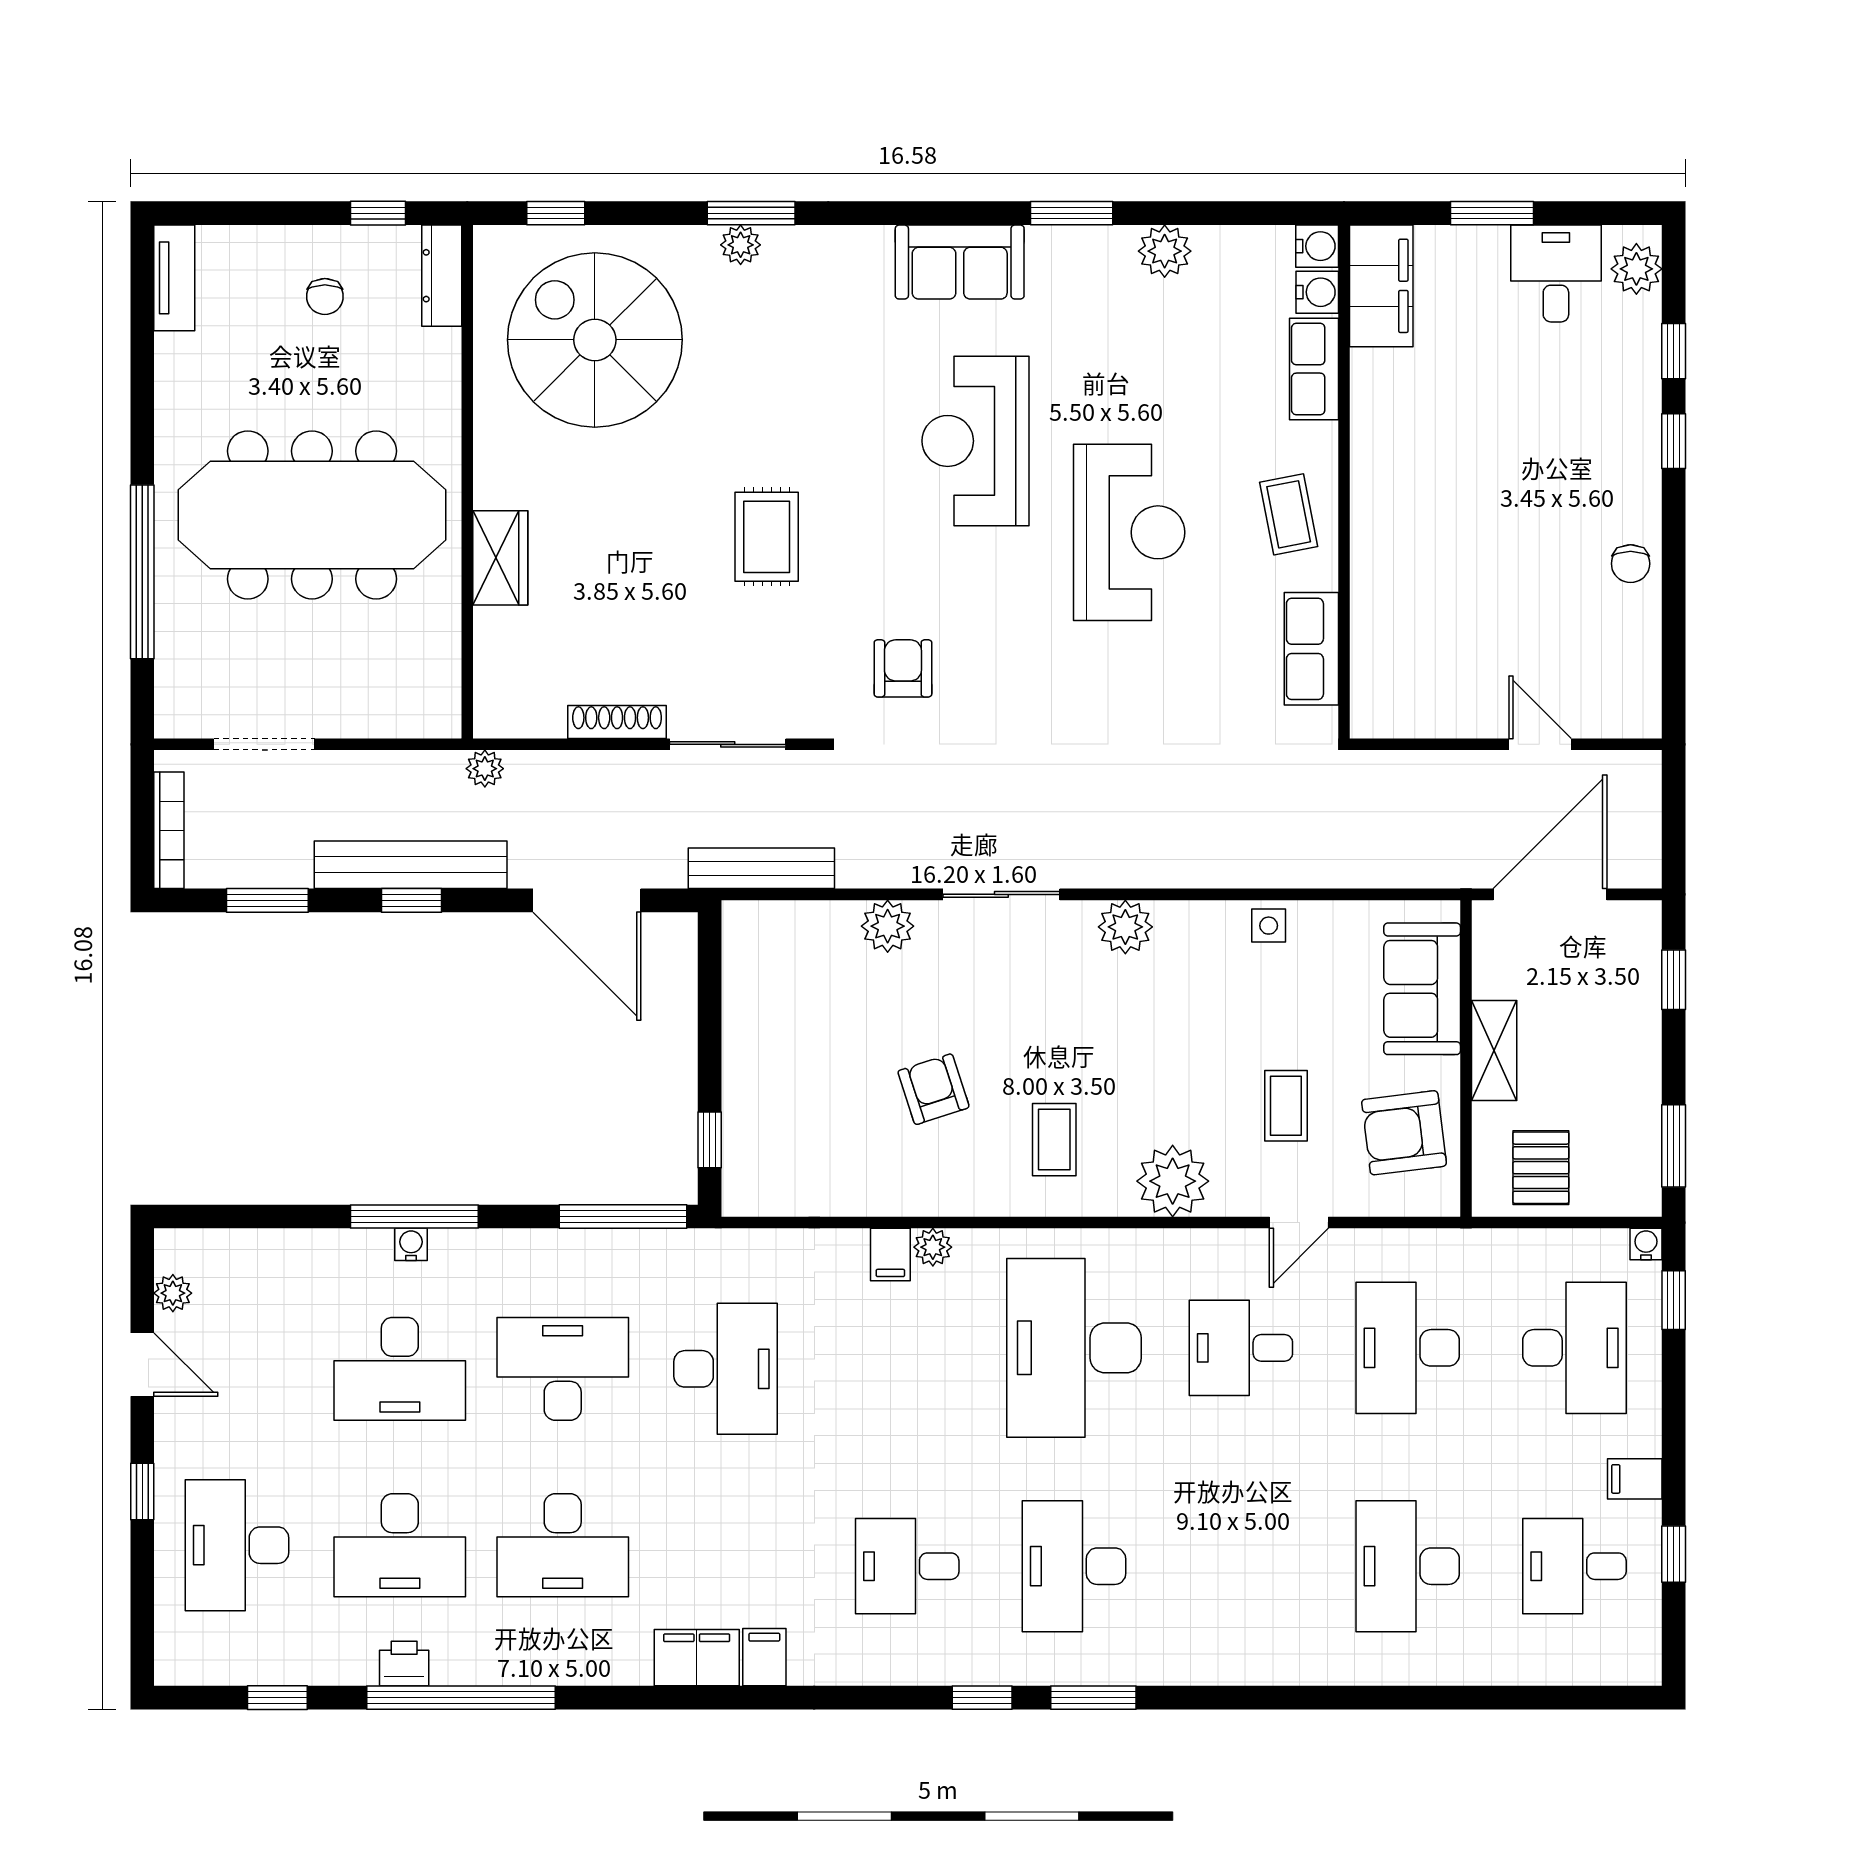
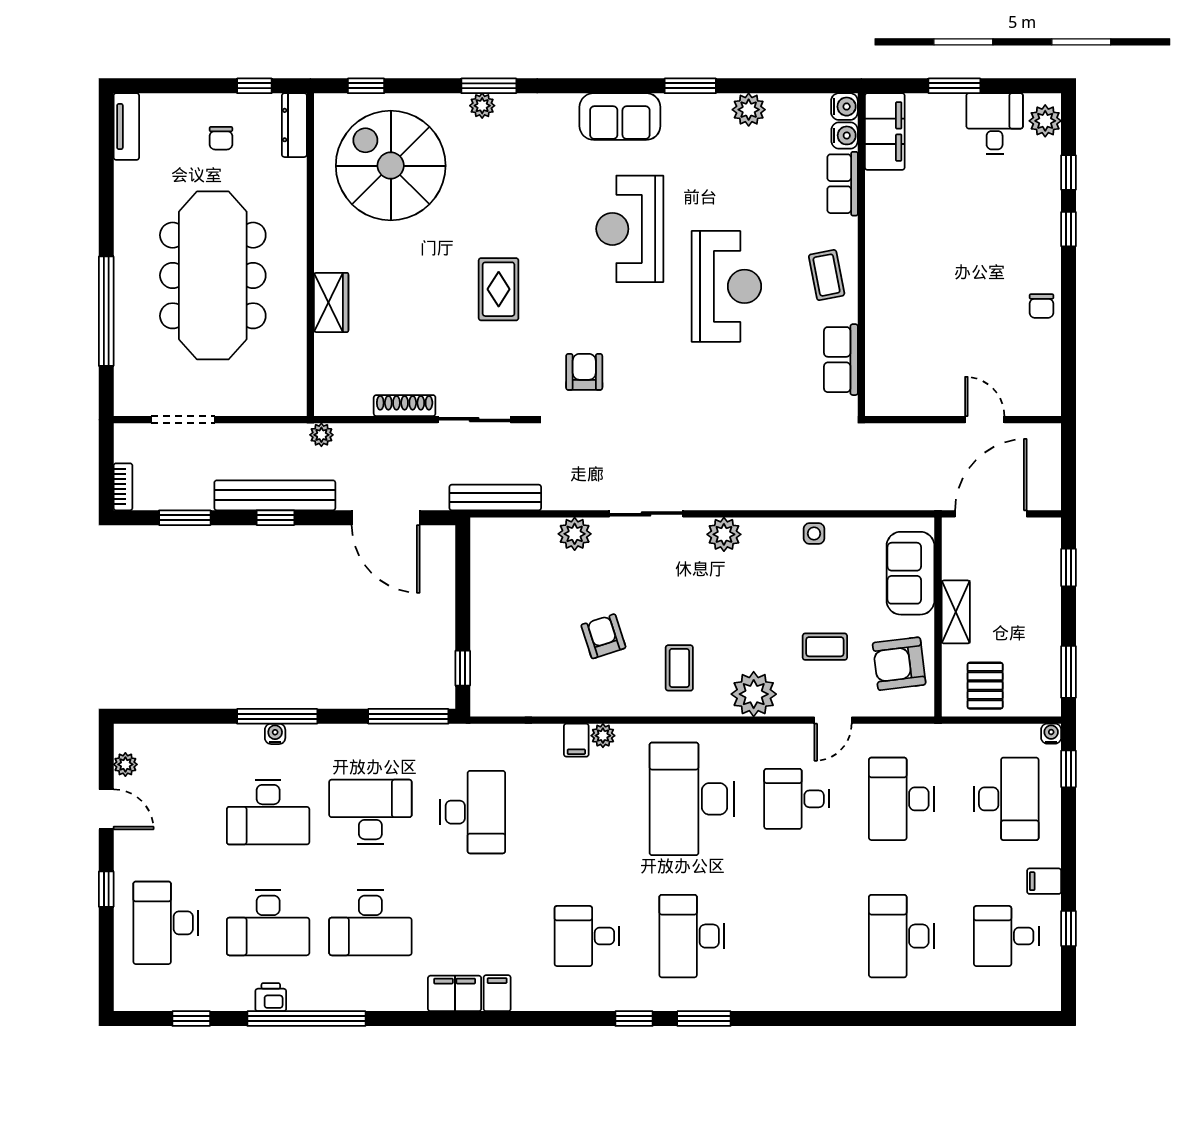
meeting table: (312, 515) -> (213, 275), turned 90
bookcase: (169, 830) -> (123, 487), width x0.64
coffee table: (1286, 1106) -> (825, 647), turned 90

